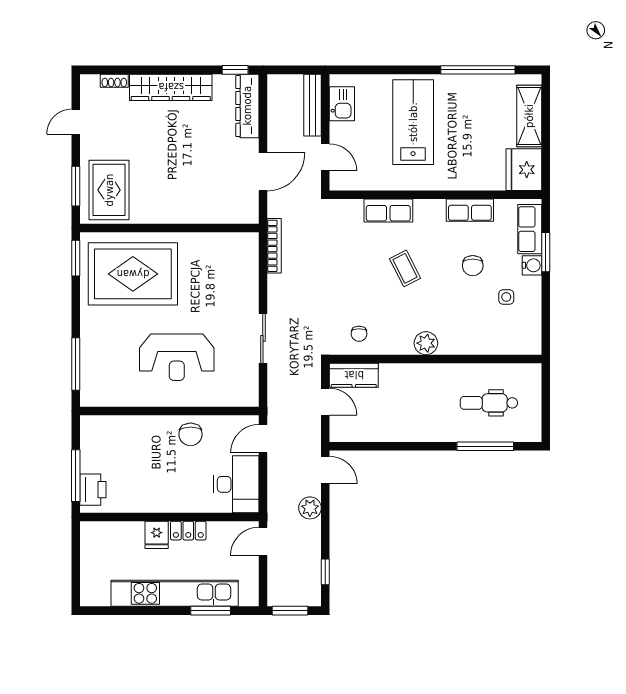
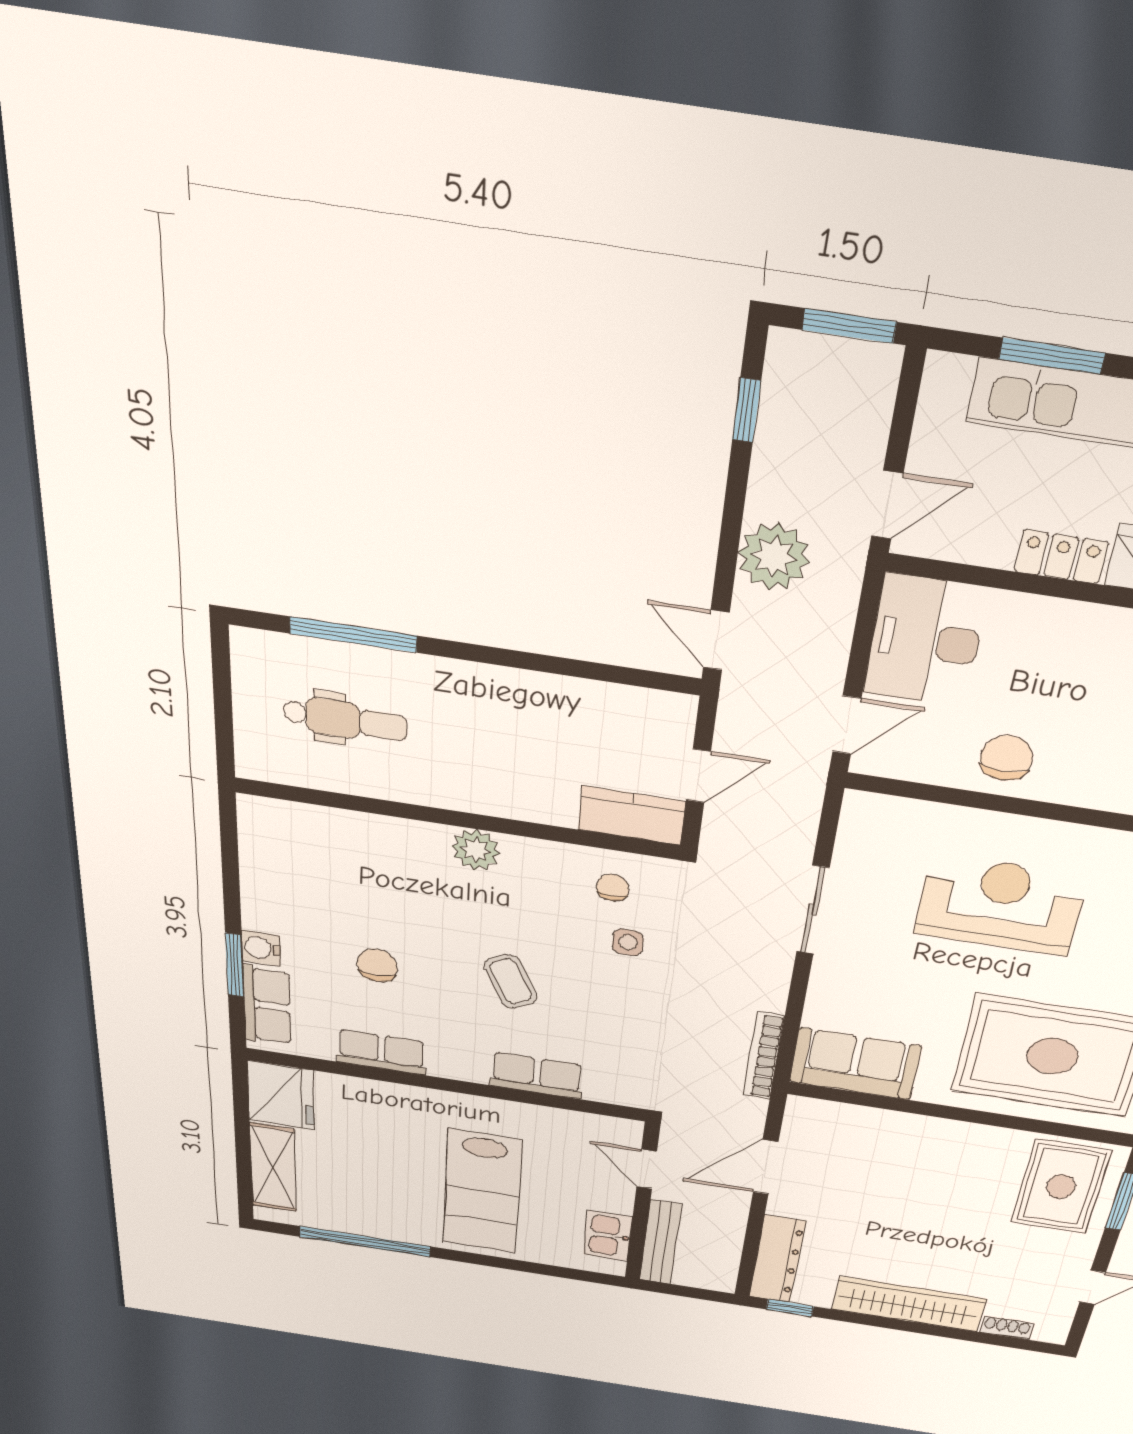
sofa: (228, 250) -> (855, 1064), added
side table: (506, 297) -> (628, 942), moved
door: (325, 402) -> (698, 776), swing flipped
plant: (310, 508) -> (774, 557), width x1.36, depth x1.36

